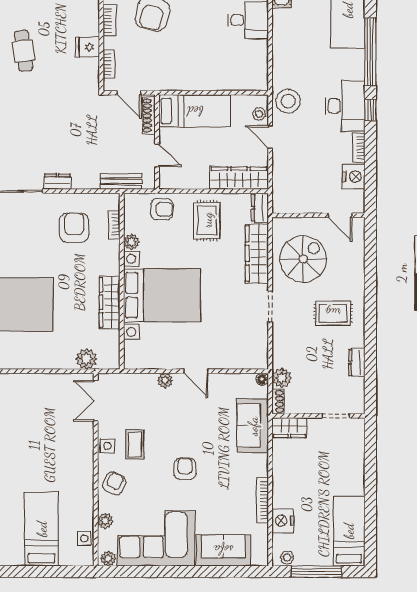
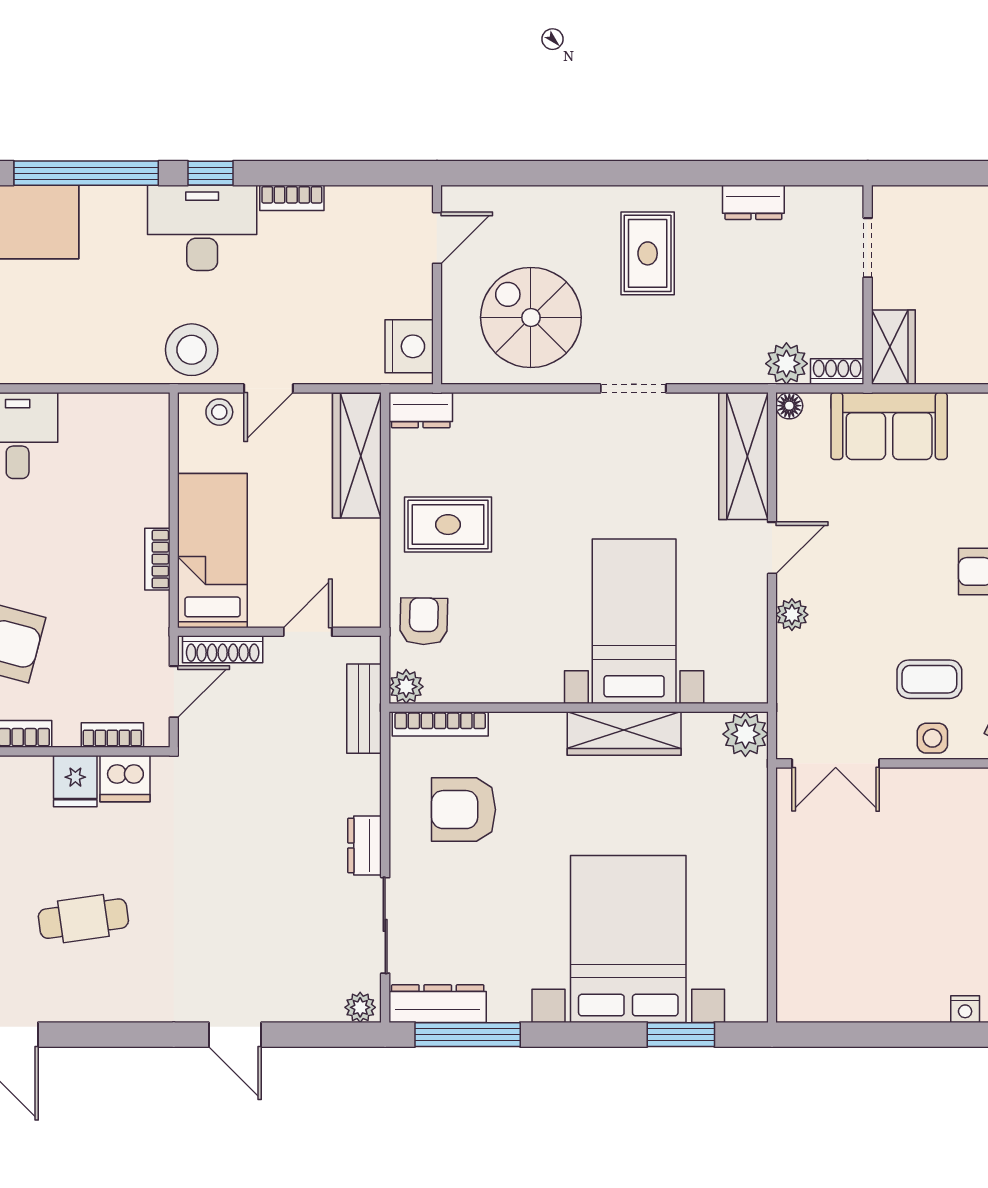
dishwasher: (89, 70) -> (125, 779), added
bookcase: (191, 85) -> (157, 559), added
nightstand: (354, 177) -> (409, 346), moved, turned 90
bookcase: (114, 225) -> (440, 724), width x1.56
plant: (131, 242) -> (406, 687), moved
wardrobe: (257, 254) -> (743, 456), moved, turned 90
bed with nightstands: (162, 295) -> (634, 621), width x0.73
plant: (86, 359) -> (745, 734), moved

